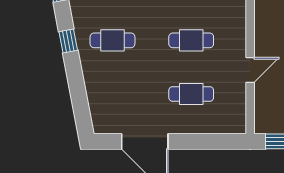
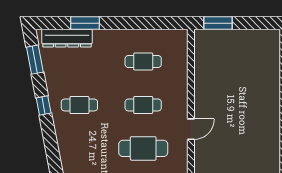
cafe table: (191, 94) -> (143, 148), width x1.37, depth x1.35

